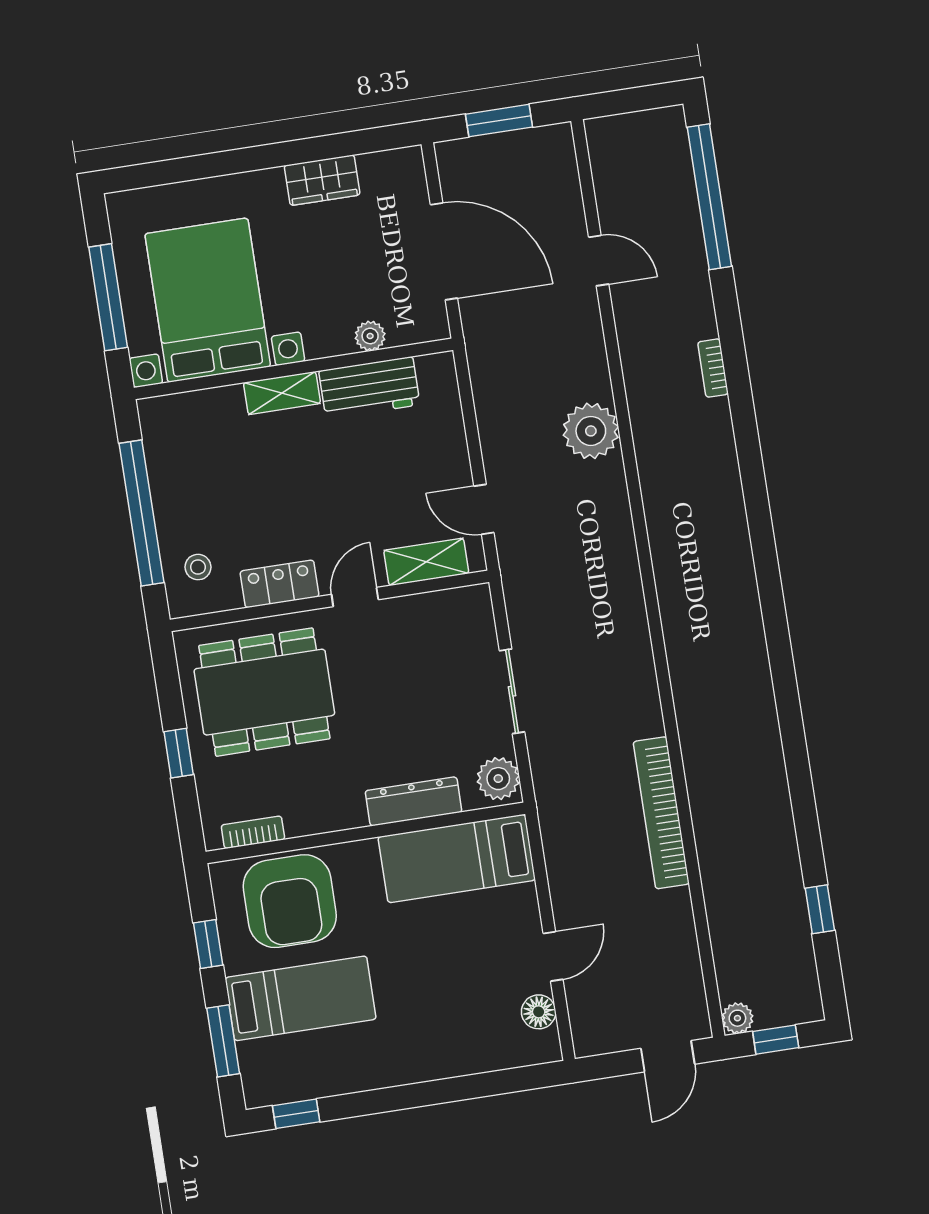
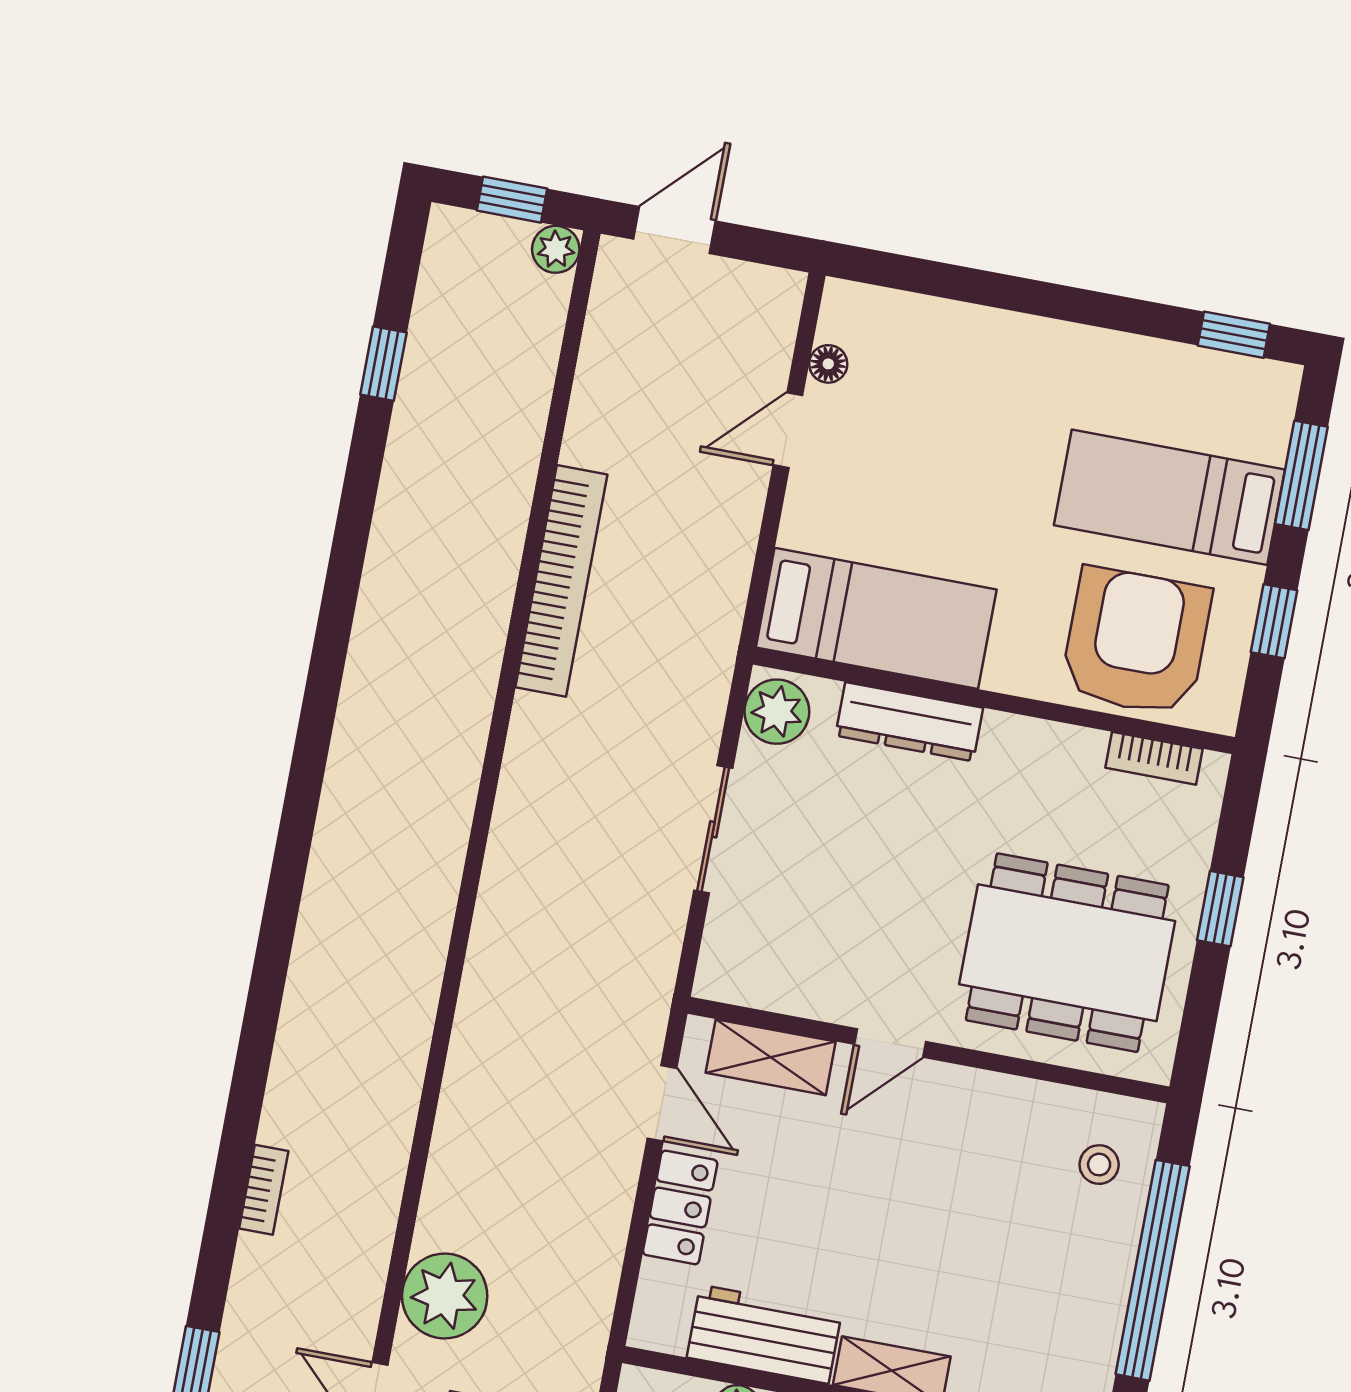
plant: (591, 431) -> (445, 1296), moved
locker: (279, 584) -> (680, 1207), moved, turned -90
floor lamp: (539, 1012) -> (828, 364), width x0.73, depth x0.73

